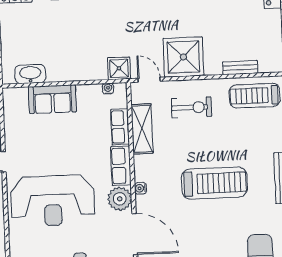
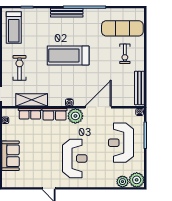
treadmill: (214, 183) -> (68, 55), turned -90
reception desk: (53, 201) -> (75, 158), width x0.74, depth x0.77

